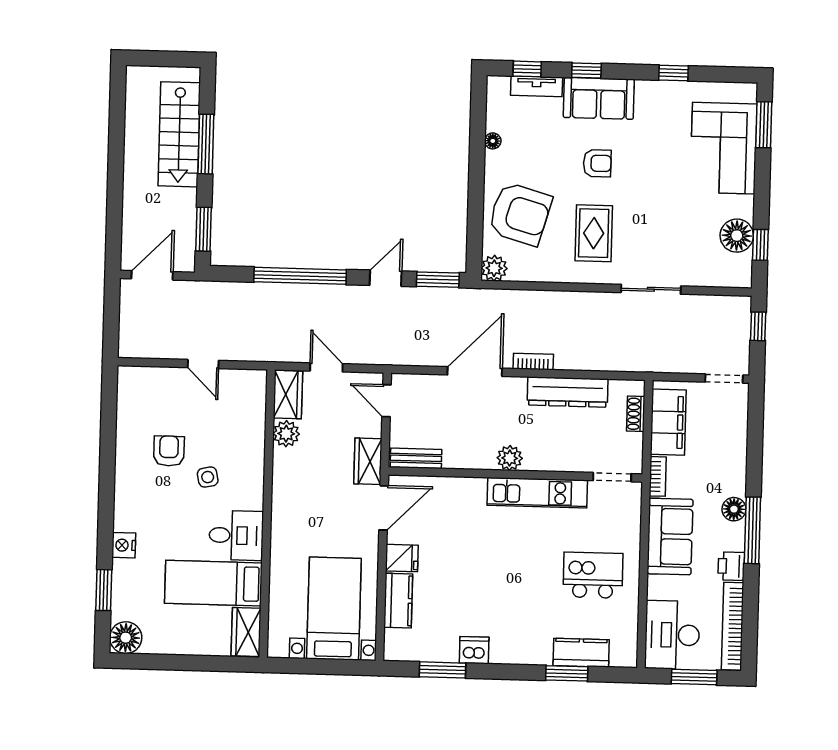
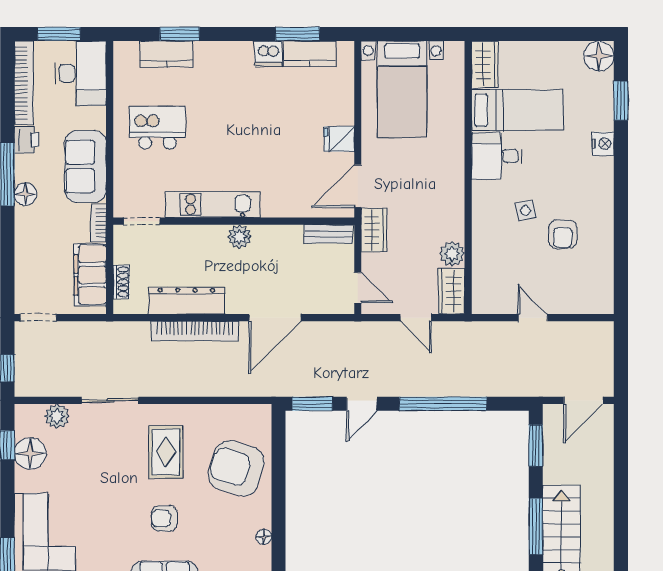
plant: (494, 268) -> (57, 416), moved
bookcase: (533, 362) -> (195, 331), width x2.31, depth x1.31
kitchen island: (593, 575) -> (157, 128), turned 180
kitchen counter: (398, 601) -> (309, 54), moved, turned -90

